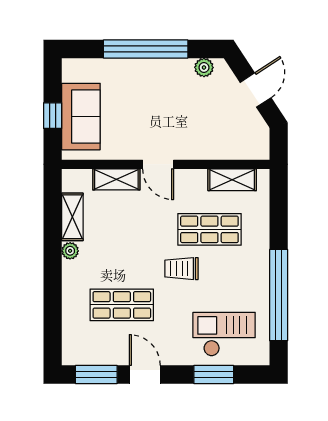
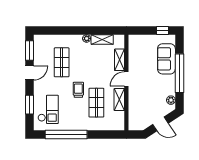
window: (53, 116) -> (162, 30), moved
sofa: (81, 117) -> (166, 59), moved, turned 90
shelving: (232, 180) -> (119, 99), moved

